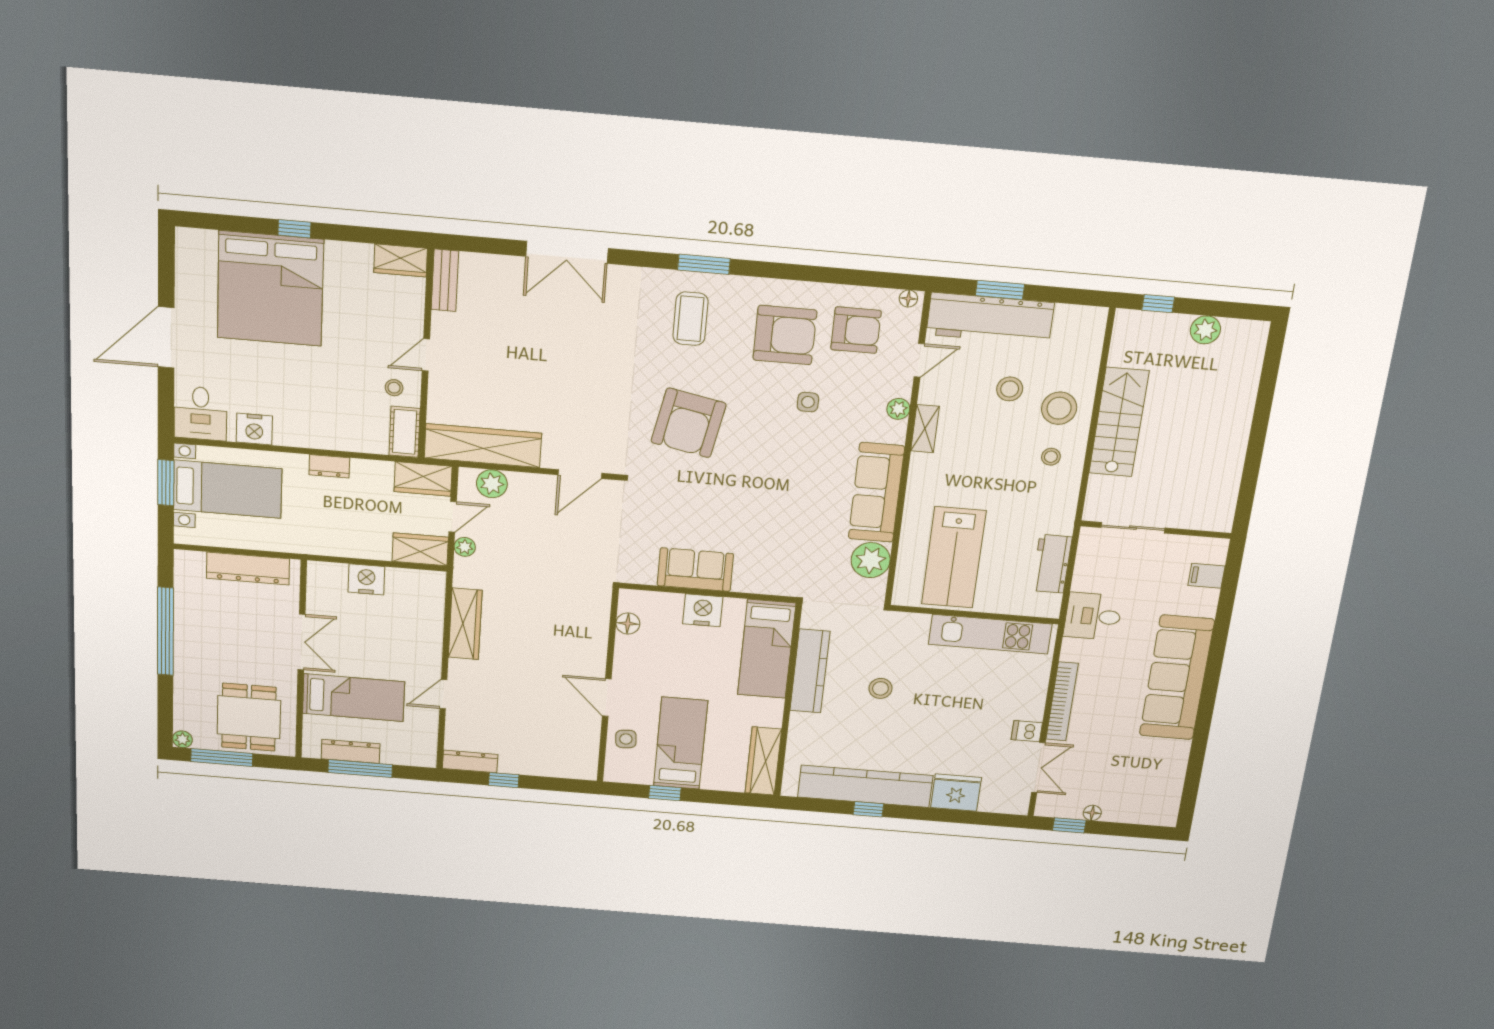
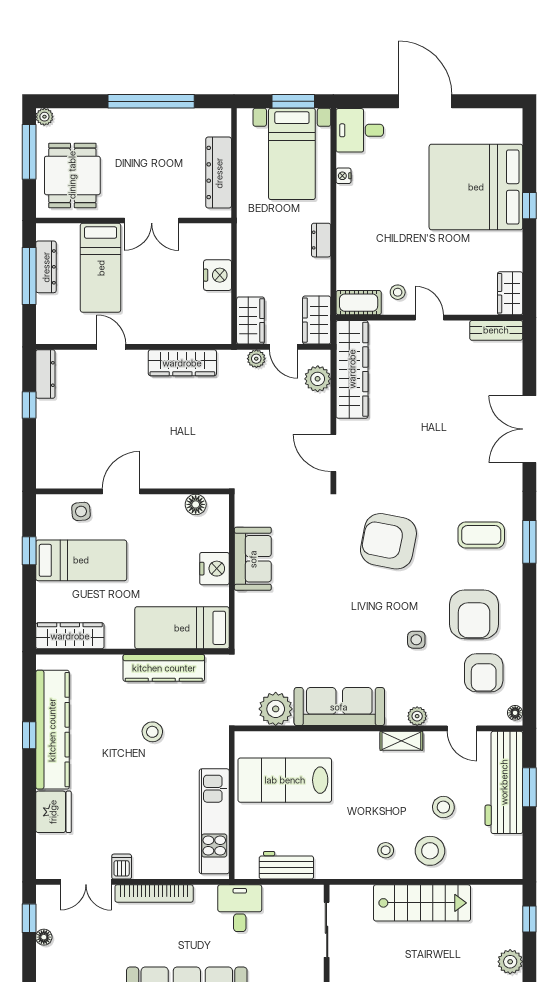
nightstand: (254, 429) -> (344, 176), width x0.53, depth x0.56
dining table: (249, 717) -> (72, 175), turned 90

